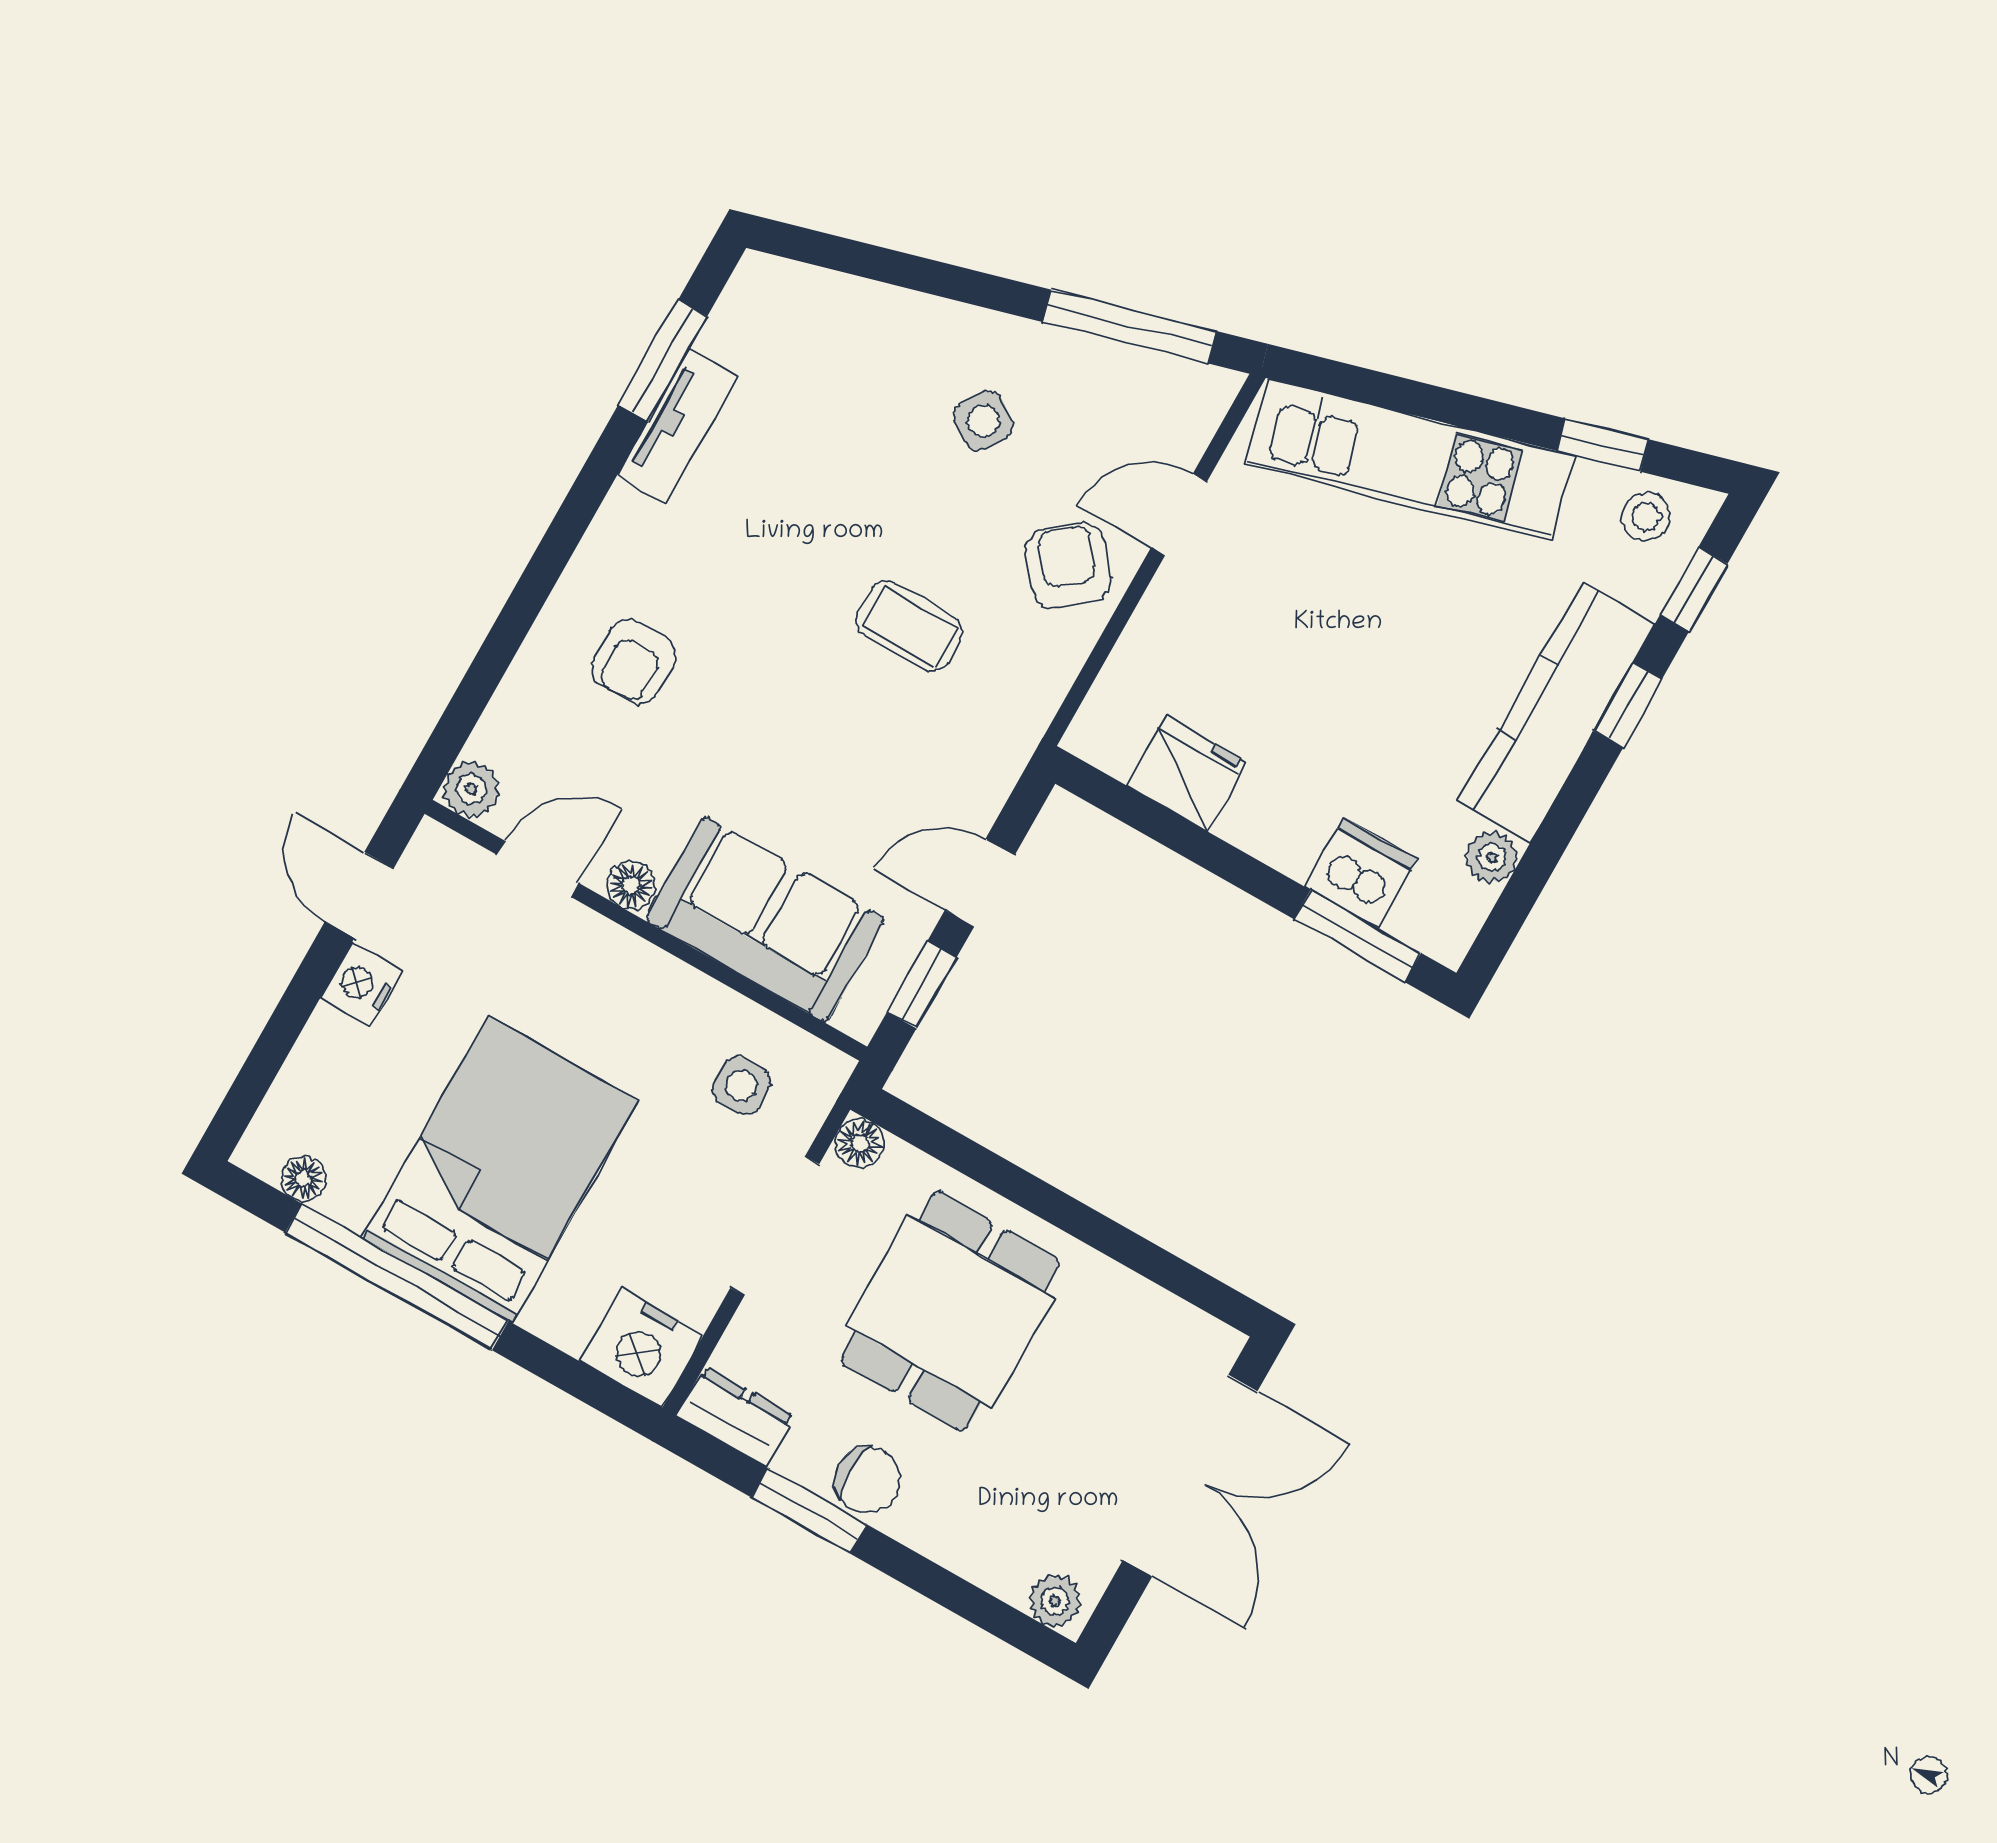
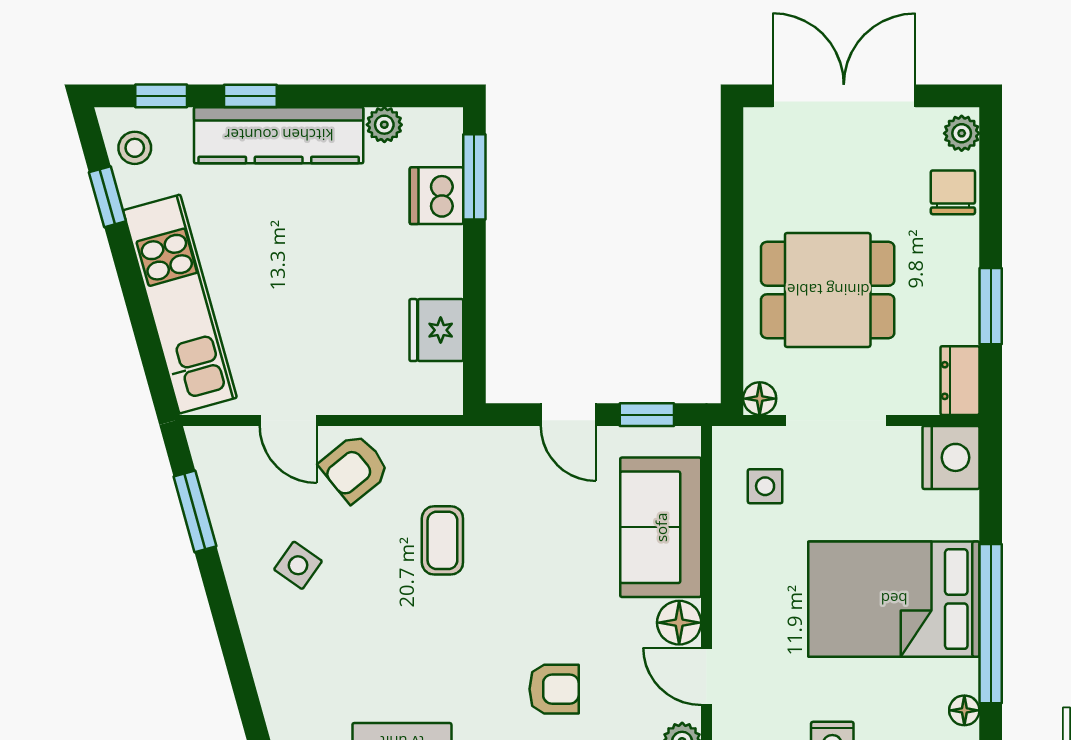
window: (1129, 327) -> (195, 511), width x0.69
floor lamp: (631, 885) -> (679, 623), width x1.37, depth x1.37
chair: (868, 1480) -> (953, 192), moved

